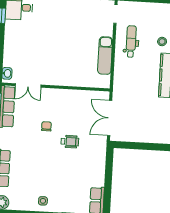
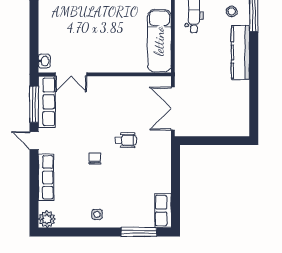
exam couch: (105, 56) -> (159, 41), width x1.36, depth x1.45
chair: (46, 126) -> (95, 158), moved

